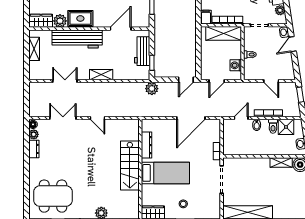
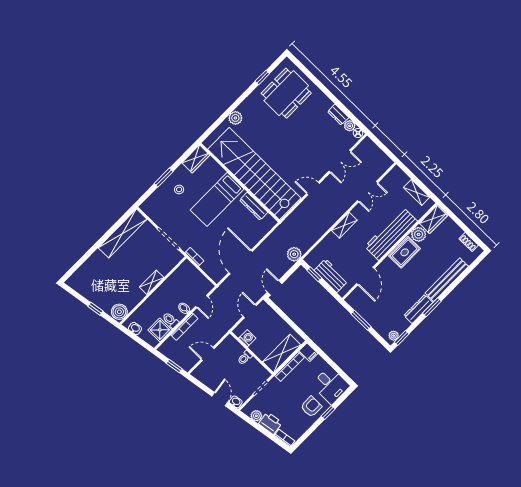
shelving: (281, 162) -> (152, 282), moved
stairs: (130, 165) -> (254, 174), width x1.86, depth x1.51

